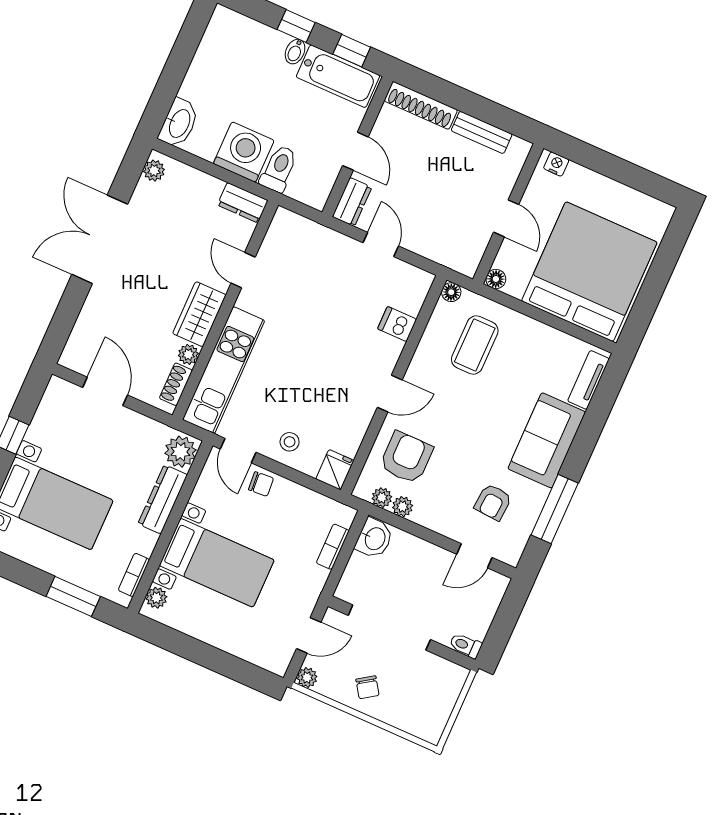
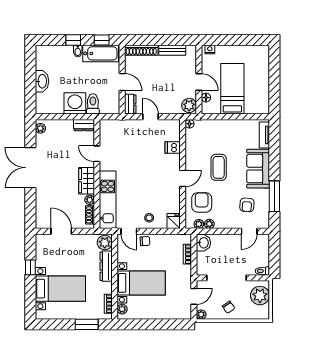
washbasin: (179, 123) -> (42, 81), moved
plant: (466, 256) -> (189, 105), added
bed: (589, 272) -> (232, 89), width x0.49
floor lamp: (496, 279) -> (206, 98), moved
coffee table: (475, 345) -> (219, 167), moved
plant: (439, 692) -> (260, 296), added

